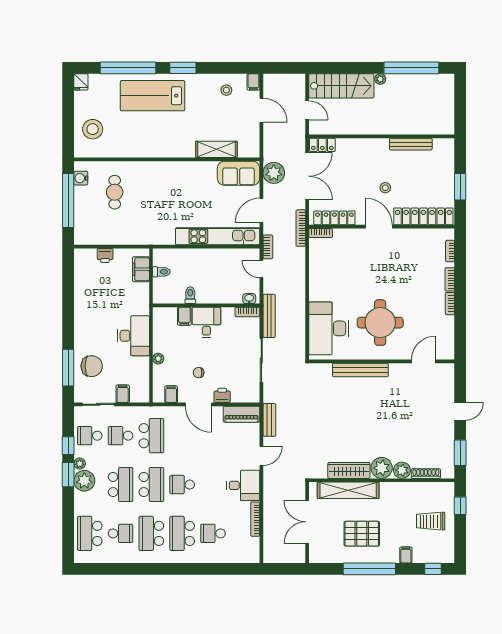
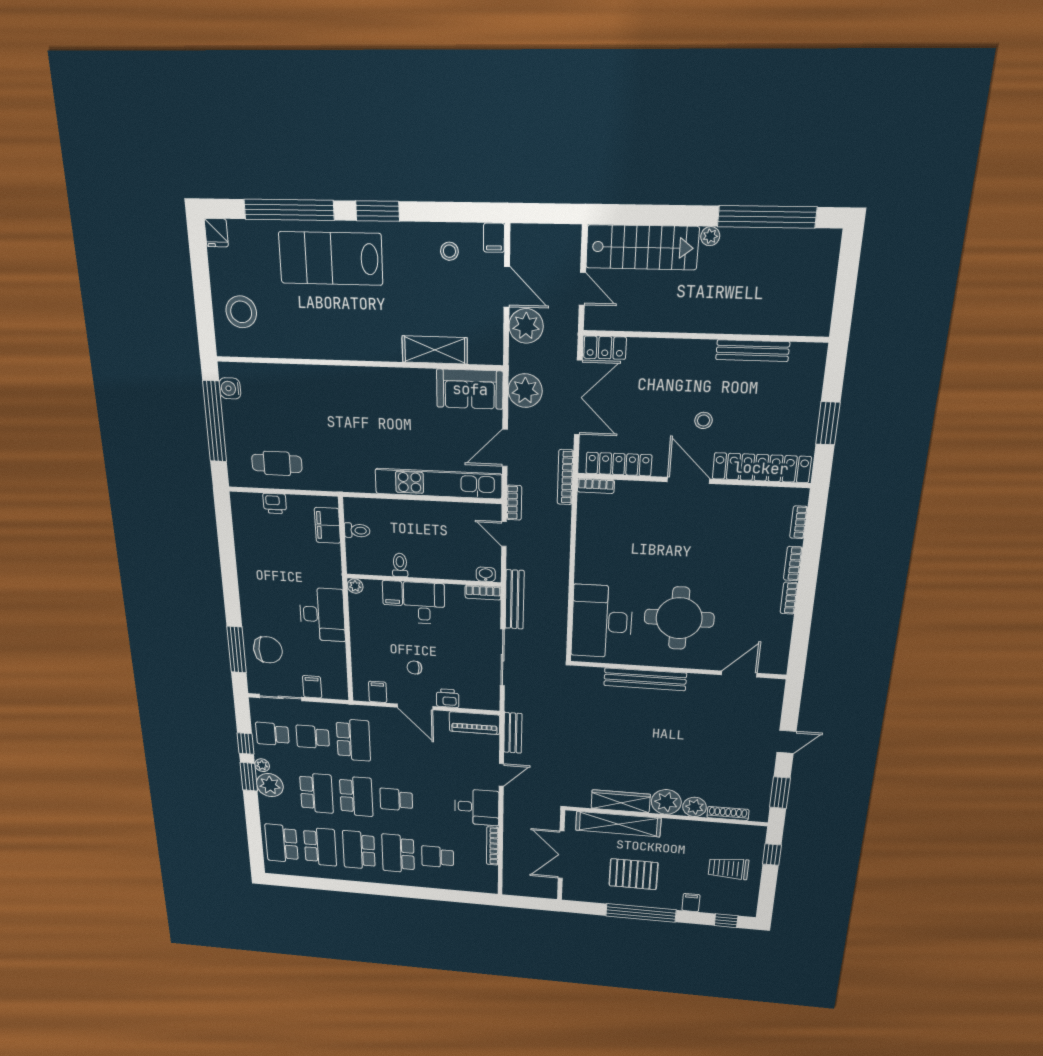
plant: (274, 133) -> (526, 326), added
cafe table: (115, 192) -> (277, 463), moved, turned 90
plant: (158, 359) -> (355, 586), moved
school desk: (121, 533) -> (320, 847), width x1.85

